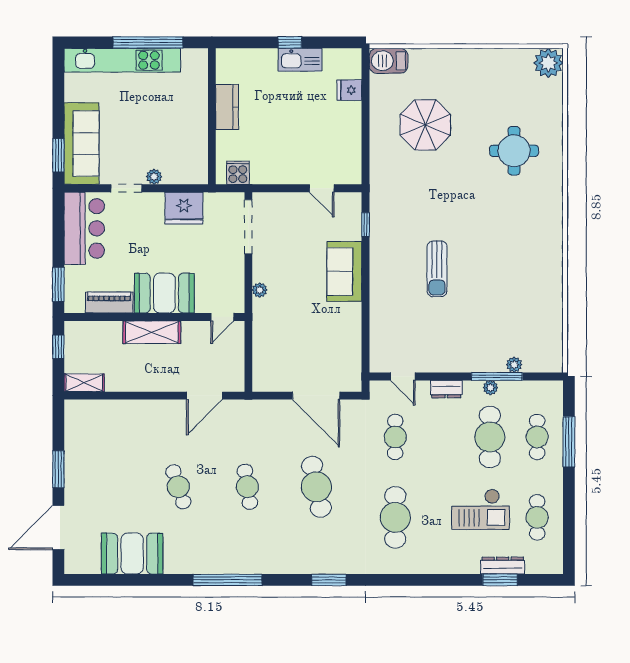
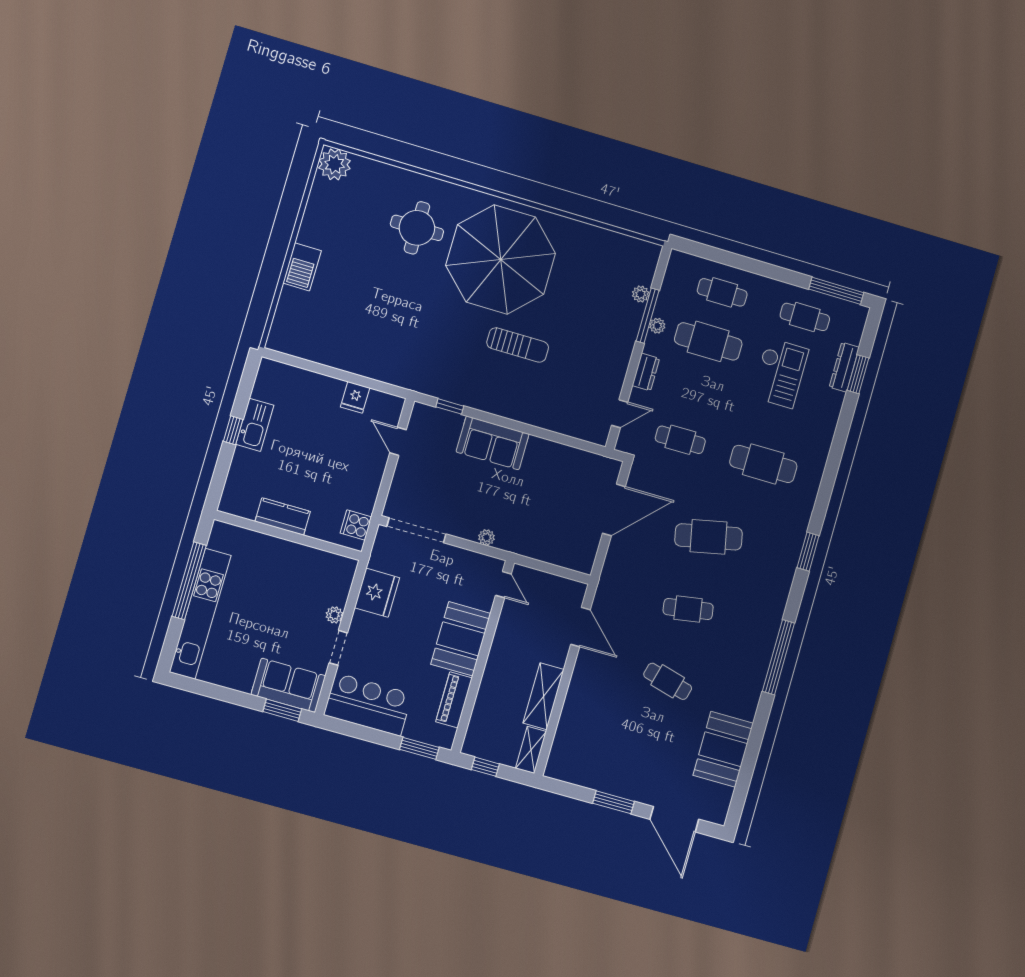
barbecue: (389, 61) -> (302, 267), moved
fridge: (349, 90) -> (355, 397), moved
parasol: (425, 125) -> (501, 259), moved, width x1.86, depth x1.86
sofa: (82, 143) -> (288, 685), width x0.73
door: (322, 188) -> (398, 441), swing flipped
shelving: (152, 332) -> (543, 696), moved
window: (569, 442) -> (836, 291), moved
cafe table: (178, 487) -> (668, 681), turned 33

